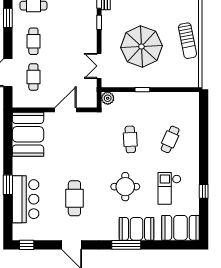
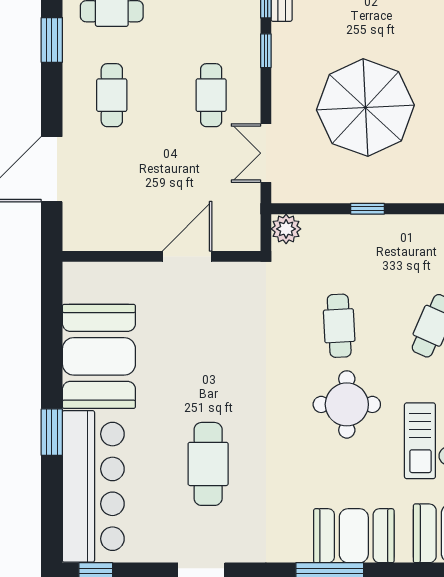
cafe table: (33, 77) -> (211, 95), moved
booth: (28, 134) -> (99, 356), moved
round table: (125, 187) -> (347, 404), moved
bar counter: (26, 199) -> (93, 486), width x1.36

